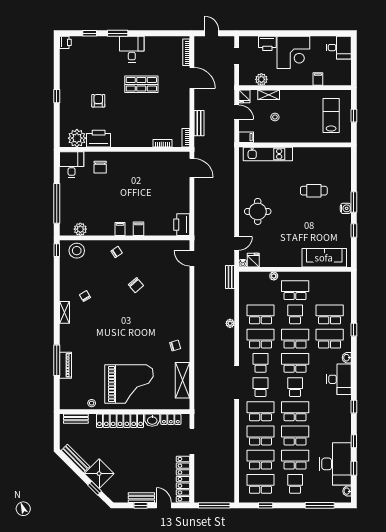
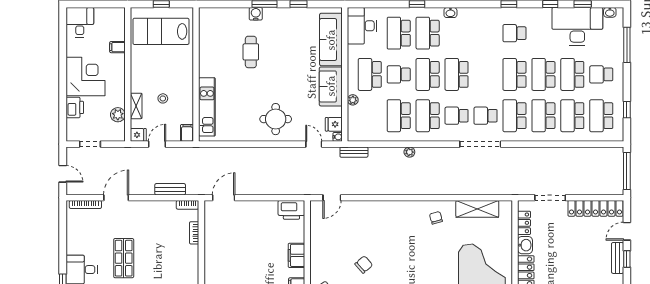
door: (212, 33) -> (63, 174), swing flipped
lab bench: (331, 115) -> (161, 31), width x1.36, depth x1.39
water cooler: (346, 208) -> (256, 14), moved
filing cabinet: (138, 229) -> (296, 255), width x2.00
sofa: (285, 258) -> (331, 86), added
desk: (339, 379) -> (362, 26), moved, turned -90
school desk: (295, 387) -> (514, 33), moved

